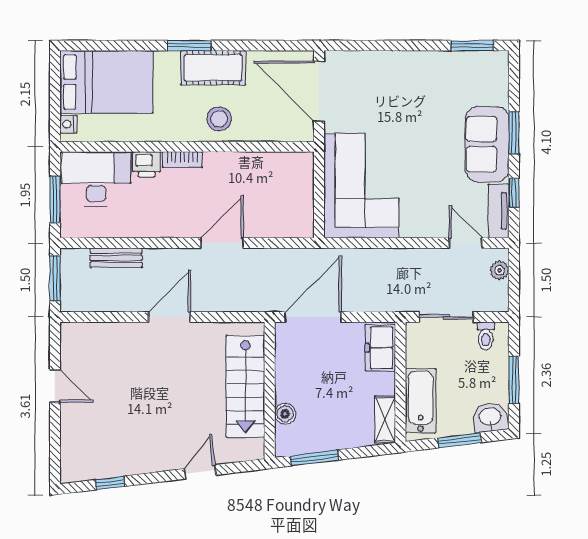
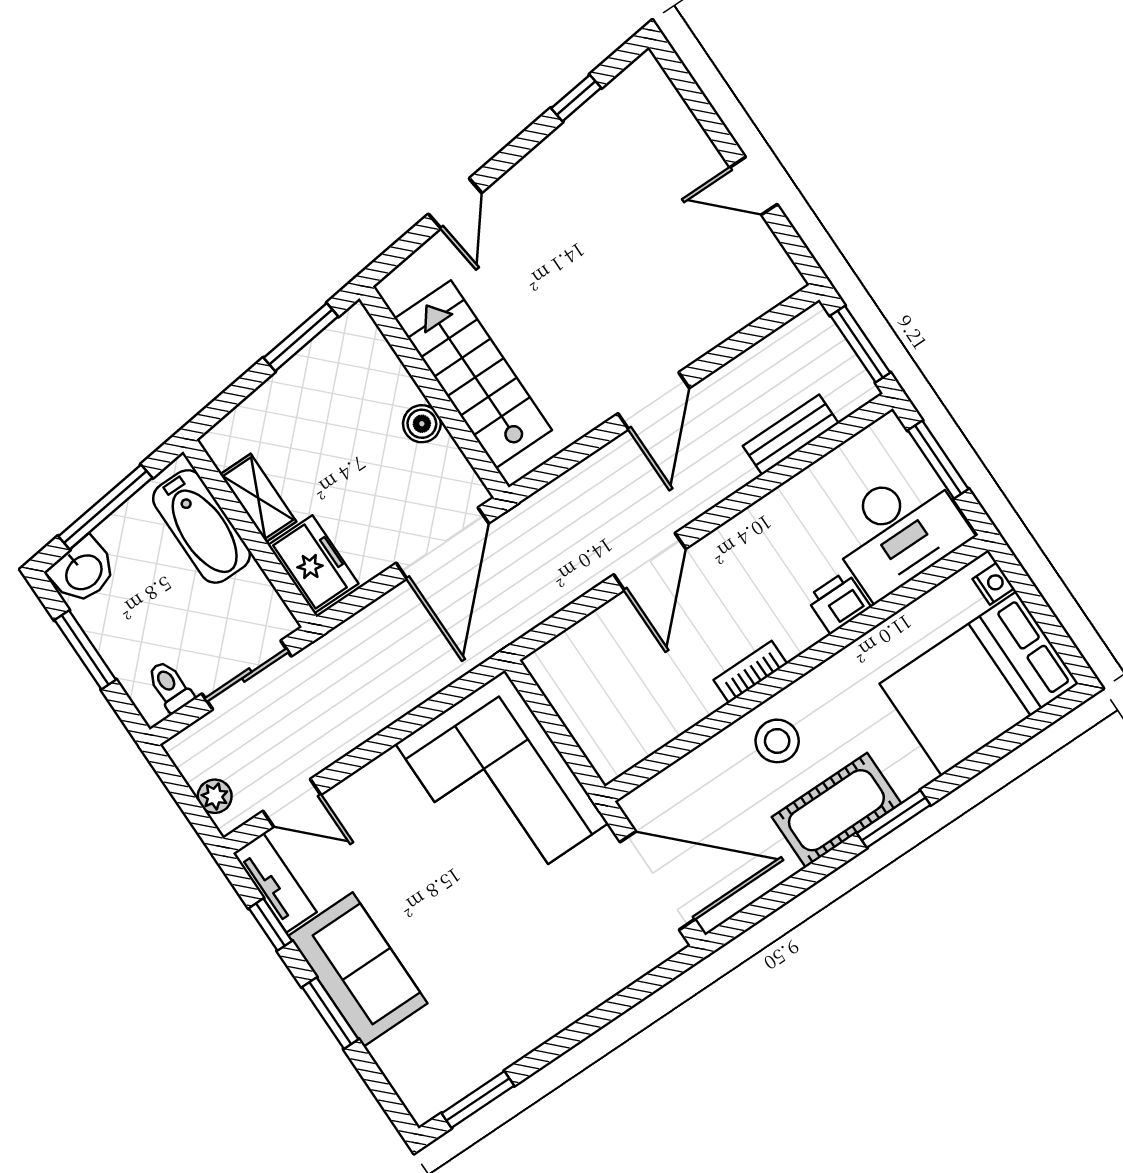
bookcase: (182, 160) -> (750, 672), moved
boiler: (285, 414) -> (422, 424), moved
shelving: (385, 419) -> (258, 498), moved
window: (459, 440) -> (105, 507), width x1.44

